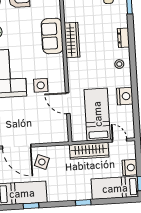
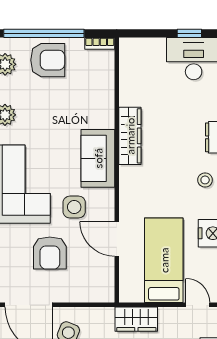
sofa: (52, 36) -> (98, 158), moved
armchair: (28, 114) -> (50, 253), added
wardrobe: (89, 151) -> (136, 319), width x0.67

